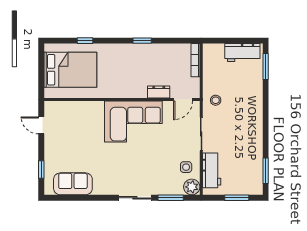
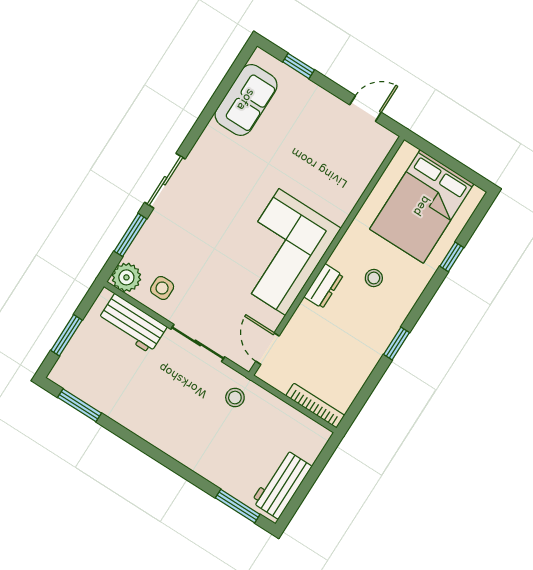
stool: (118, 71) -> (374, 278), added
dresser: (159, 92) -> (324, 286), moved

